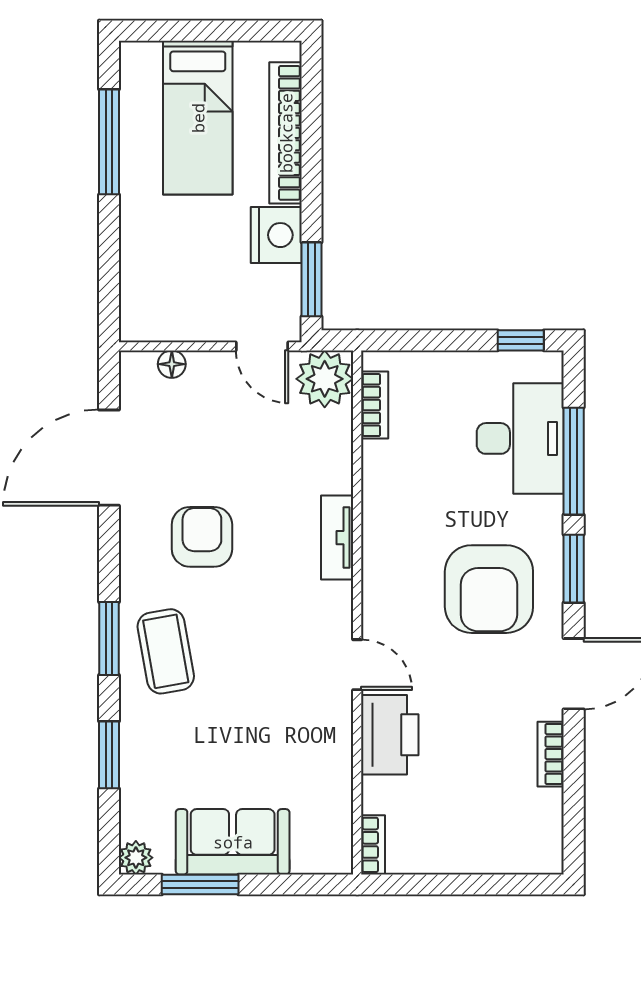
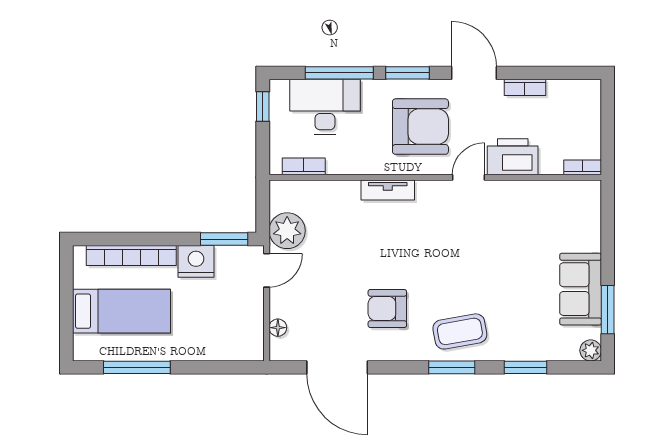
bookcase: (375, 405) -> (304, 166), moved
tv unit: (337, 538) -> (388, 190), moved
wall: (357, 612) -> (435, 177), moved
door: (357, 665) -> (468, 177), moved
printer: (390, 735) -> (513, 157), moved
bookcase: (373, 845) -> (583, 167), moved

